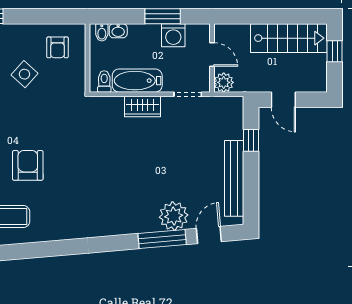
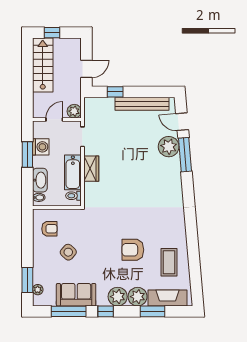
washbasin: (118, 31) -> (40, 180), width x1.91, depth x1.45

